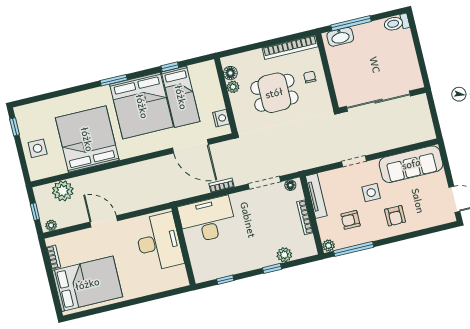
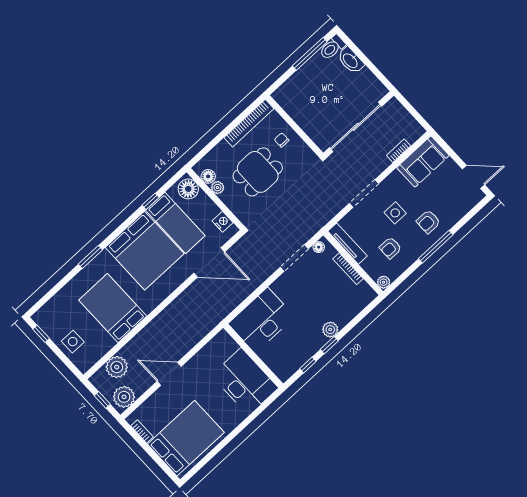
window: (351, 23) -> (310, 54), moved
washbasin: (340, 37) -> (351, 60), moved, turned 90
floor lamp: (208, 74) -> (188, 189), added
window: (114, 80) -> (90, 257), moved
bed: (87, 139) -> (113, 308), width x0.73
doorway: (354, 161) -> (364, 193), width x1.38
sofa: (411, 164) -> (423, 162), width x0.73
bookcase: (222, 185) -> (399, 151), moved
armchair: (395, 216) -> (428, 222), turned 90
plant: (51, 225) -> (124, 397), width x1.88, depth x1.88
desk: (159, 242) -> (245, 382), moved
window: (354, 249) -> (436, 247), moved
plant: (284, 255) -> (330, 330), moved
window: (272, 268) -> (329, 345), moved

